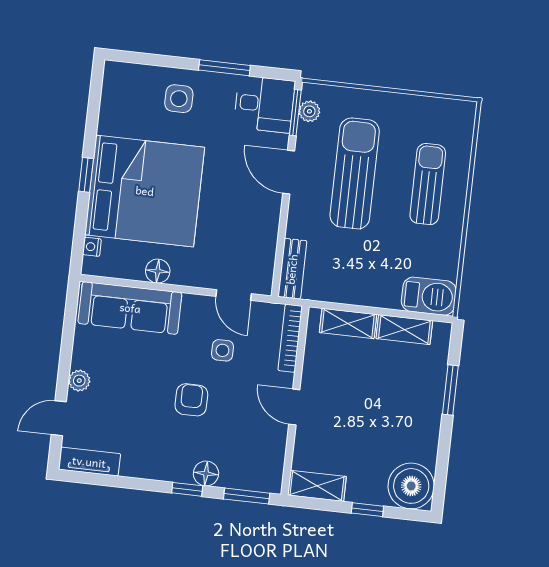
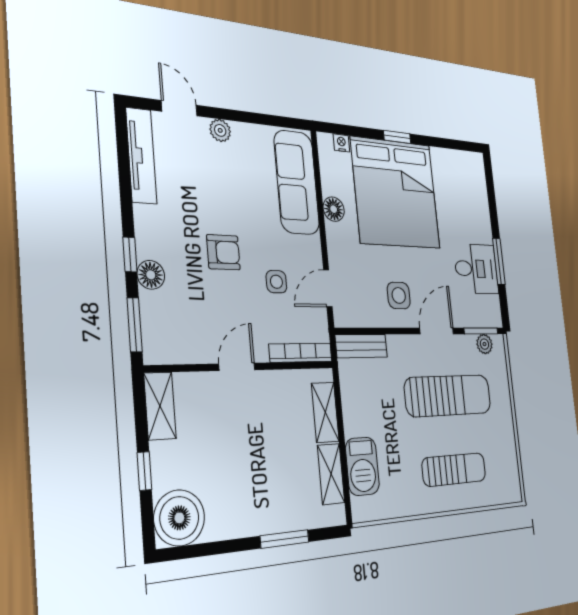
side table: (179, 99) -> (399, 295), moved
desk: (264, 104) -> (476, 269), moved, turned -90
barbecue: (429, 296) -> (362, 466), moved
tv unit: (89, 462) -> (141, 156), width x1.41

